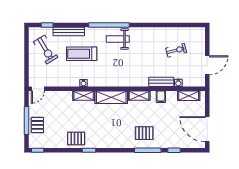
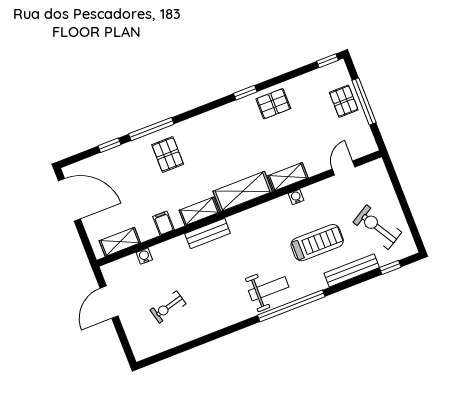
bench: (161, 82) -> (208, 233), moved
door: (38, 89) -> (344, 168), moved
pallet: (144, 133) -> (168, 154), turned 90

